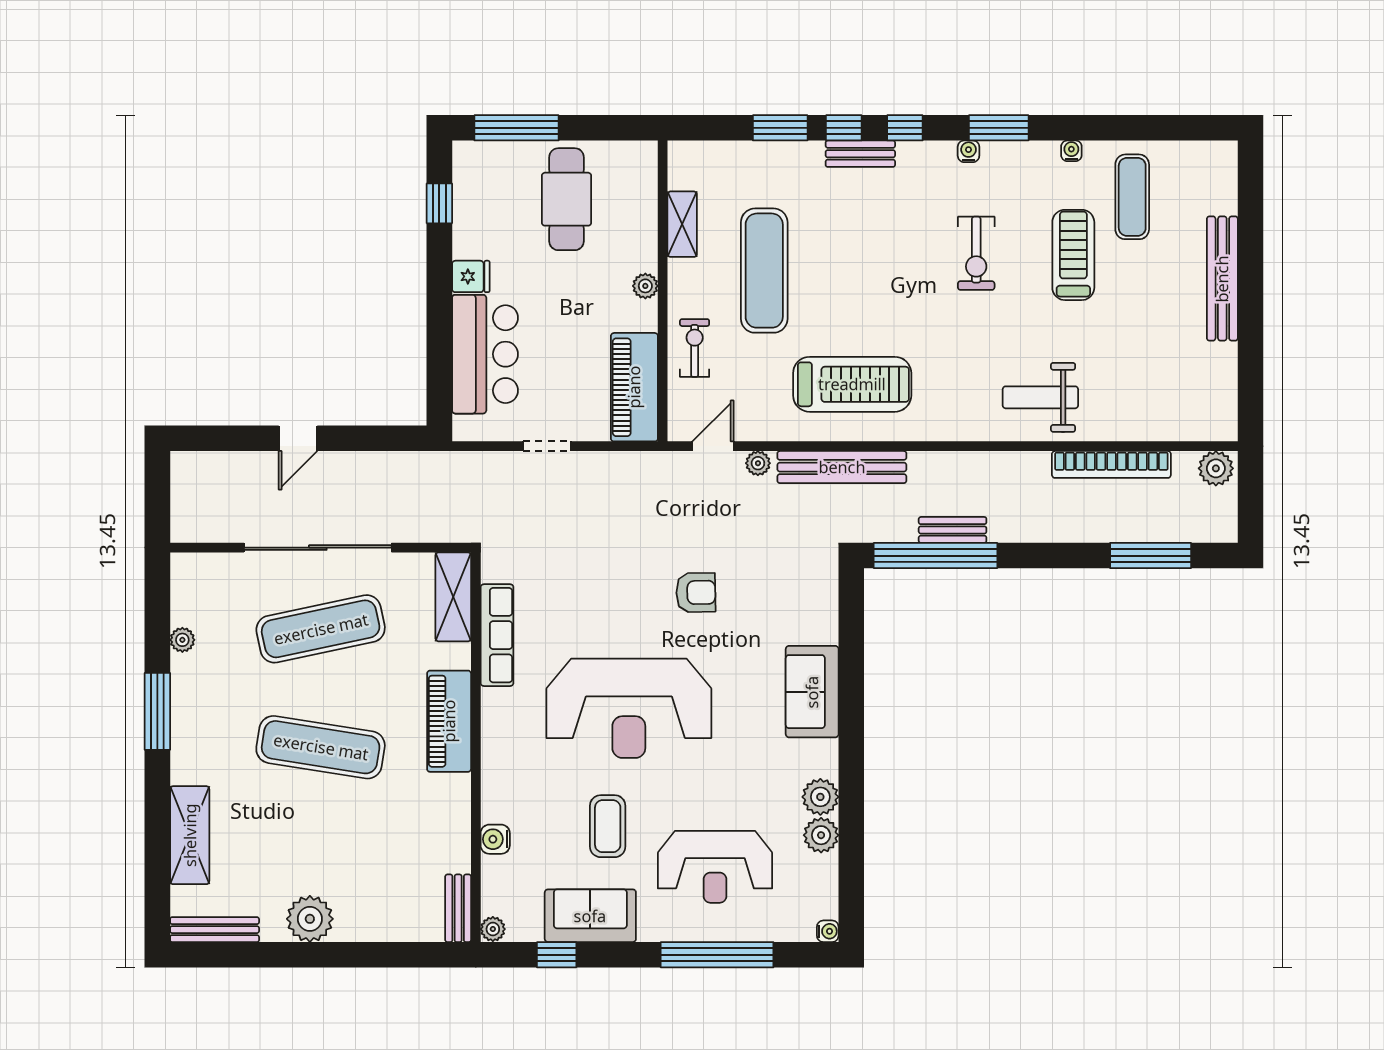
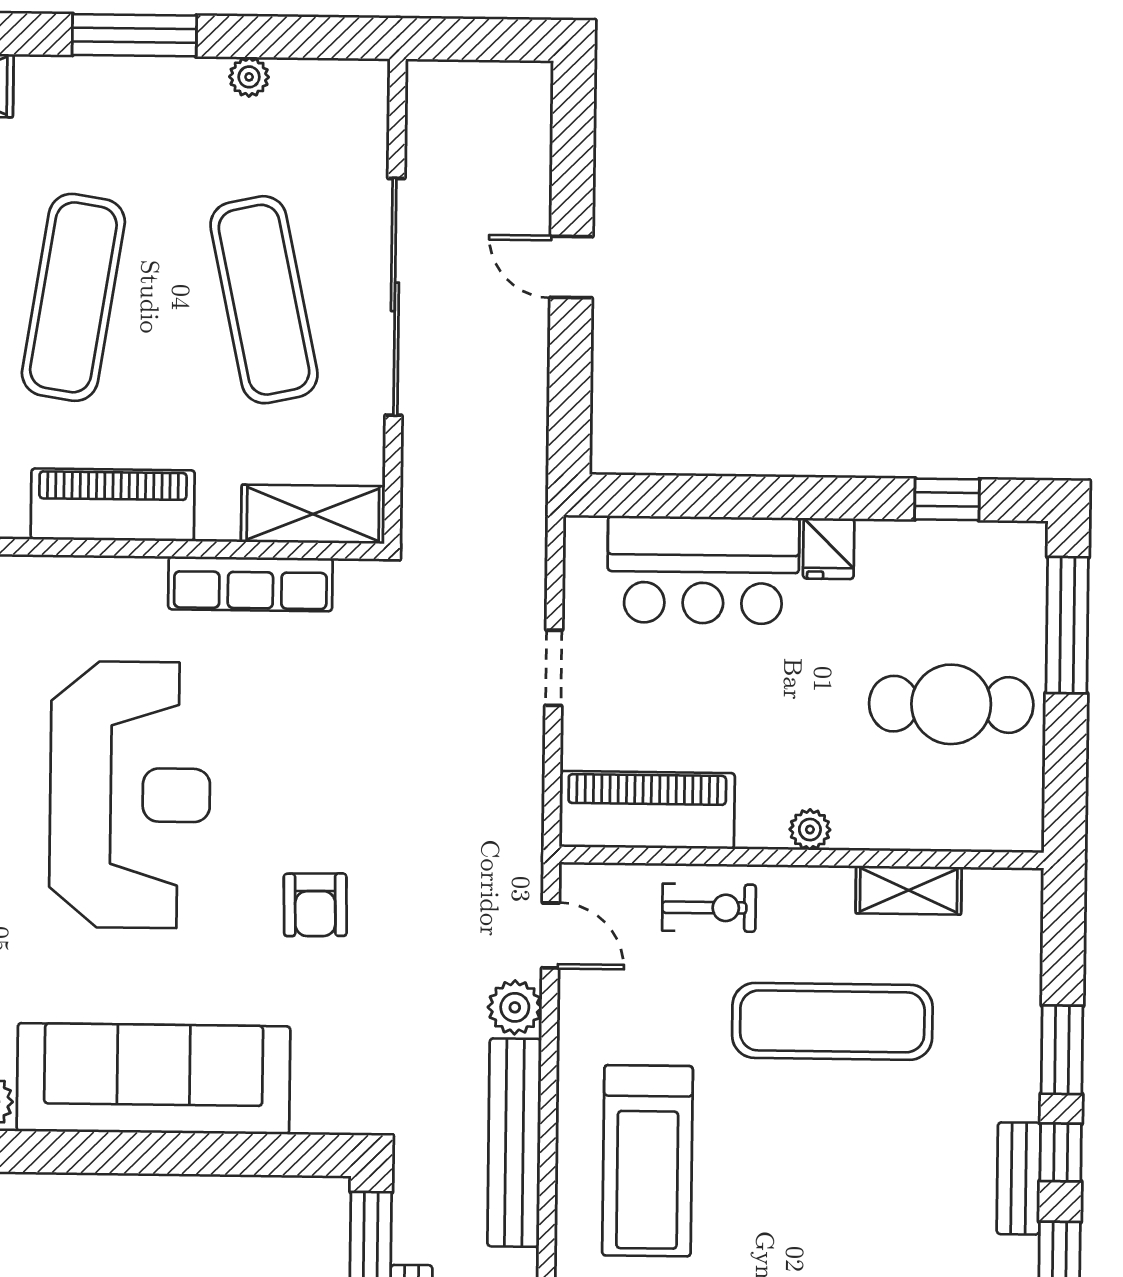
plant: (758, 463) -> (515, 1007), width x1.38, depth x1.38
sofa: (812, 692) -> (153, 1079), width x1.85, depth x1.27
reception desk: (629, 708) -> (130, 795), turned 180

